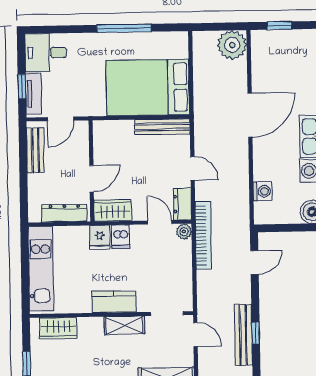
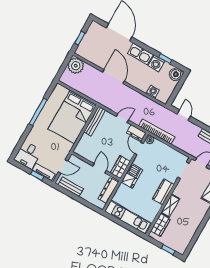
door: (60, 119) -> (63, 166), hinge flipped
door: (160, 222) -> (139, 148), hinge flipped
shelving: (124, 325) -> (170, 206), moved

